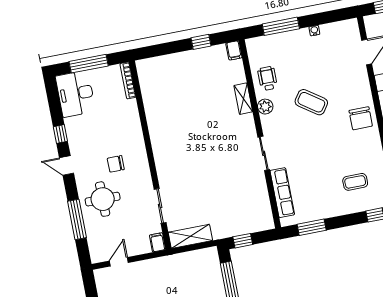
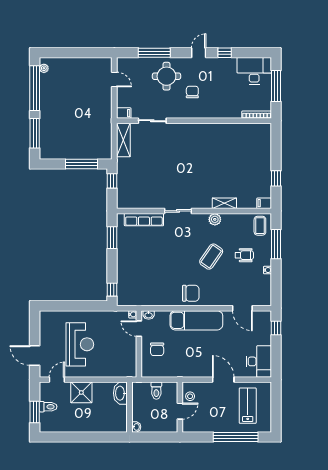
wheelchair: (267, 78) -> (244, 255), moved
chair: (361, 118) -> (191, 293), turned 180
coffee table: (355, 182) -> (260, 226), moved

